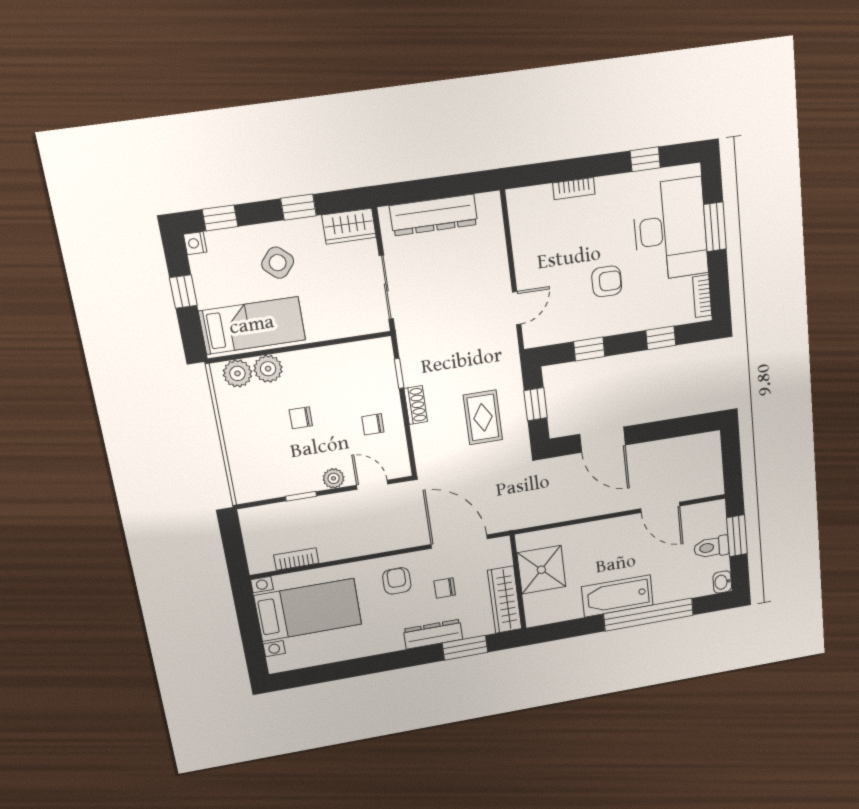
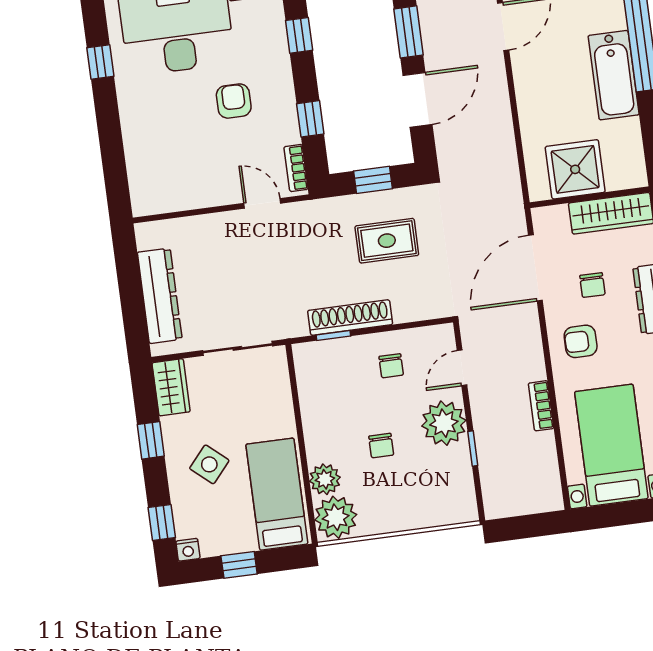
bookcase: (574, 189) -> (296, 168), moved, turned 180
plant: (237, 373) -> (336, 517), width x1.36, depth x1.36
shoe rack: (416, 405) -> (350, 318), width x1.94, depth x1.24
window: (659, 430) -> (408, 32), added
plant: (334, 478) -> (444, 423), width x1.87, depth x1.87
bookcase: (296, 559) -> (541, 406), moved

